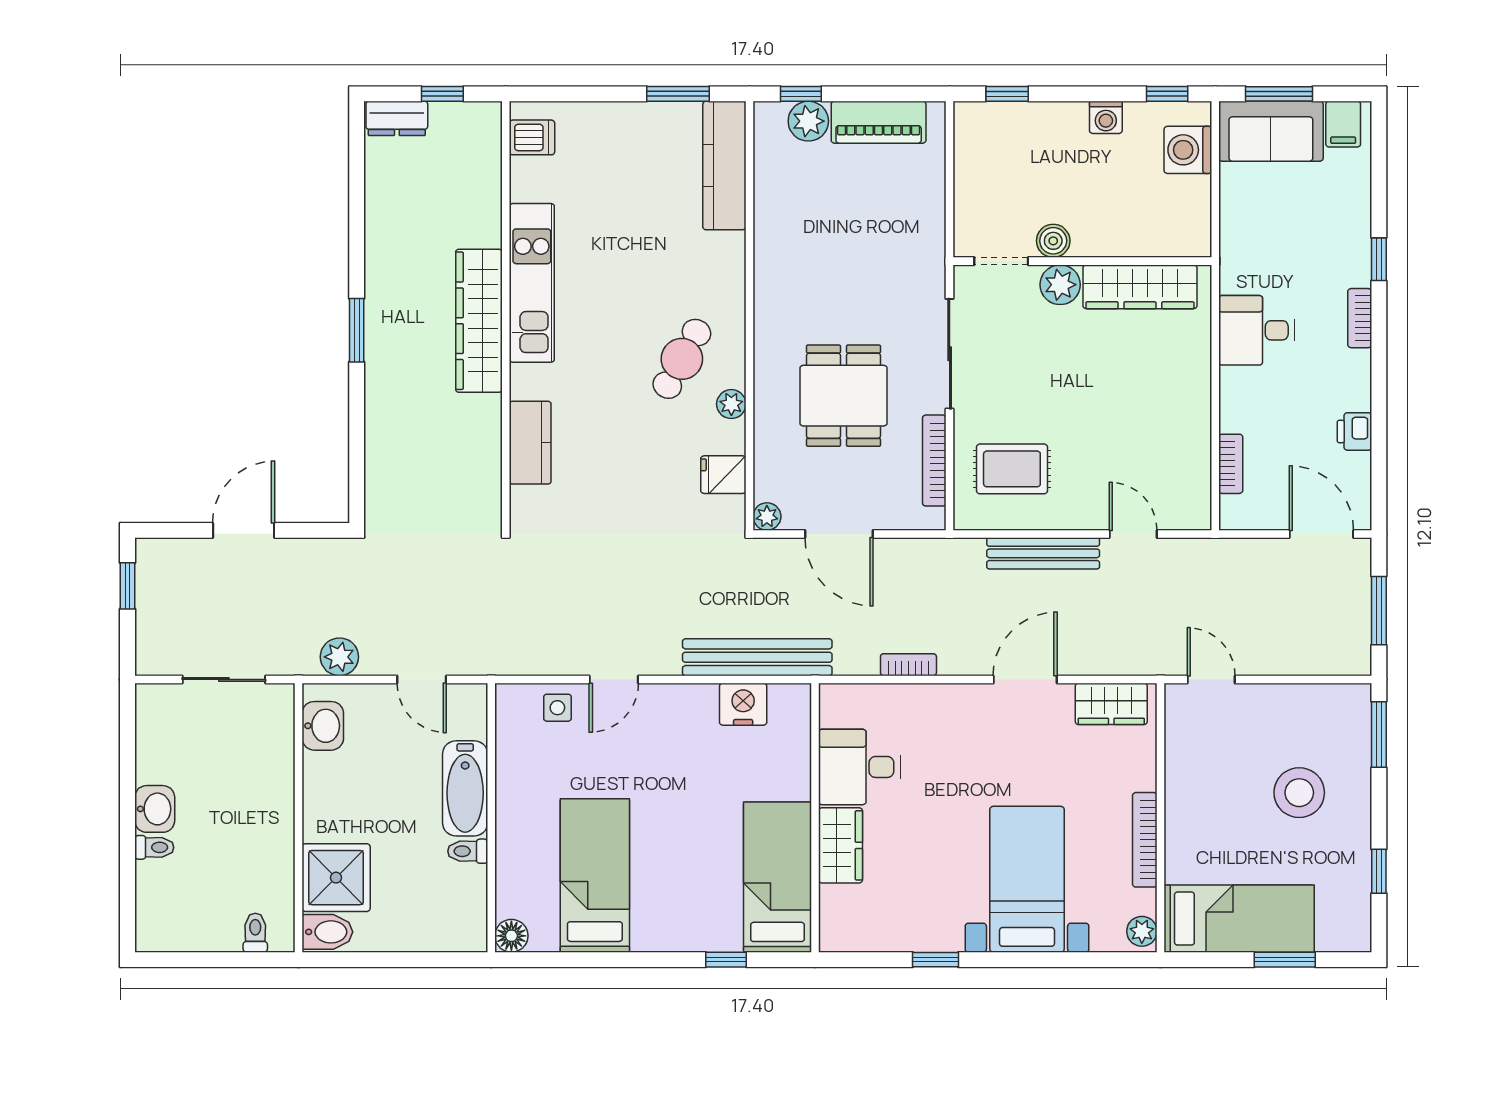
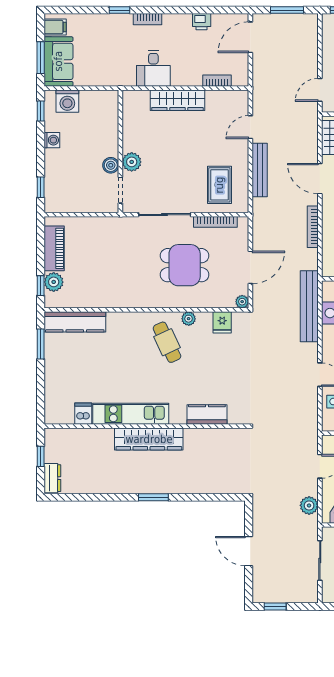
dishwasher: (532, 137) -> (83, 414), moved
wardrobe: (1140, 287) -> (177, 100), moved, turned 90
cafe table: (682, 359) -> (167, 342), turned 36
bookcase: (908, 665) -> (313, 227), width x1.56

